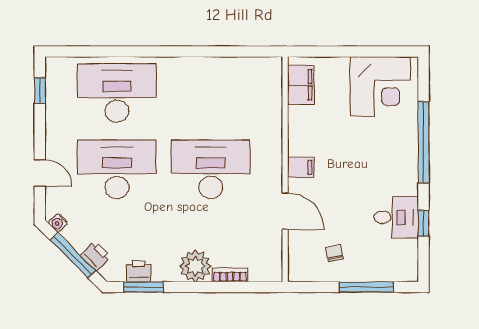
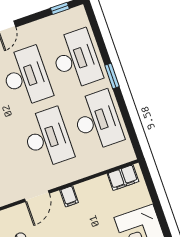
window: (157, 51) -> (112, 76), added
desk: (211, 93) -> (97, 121), added

